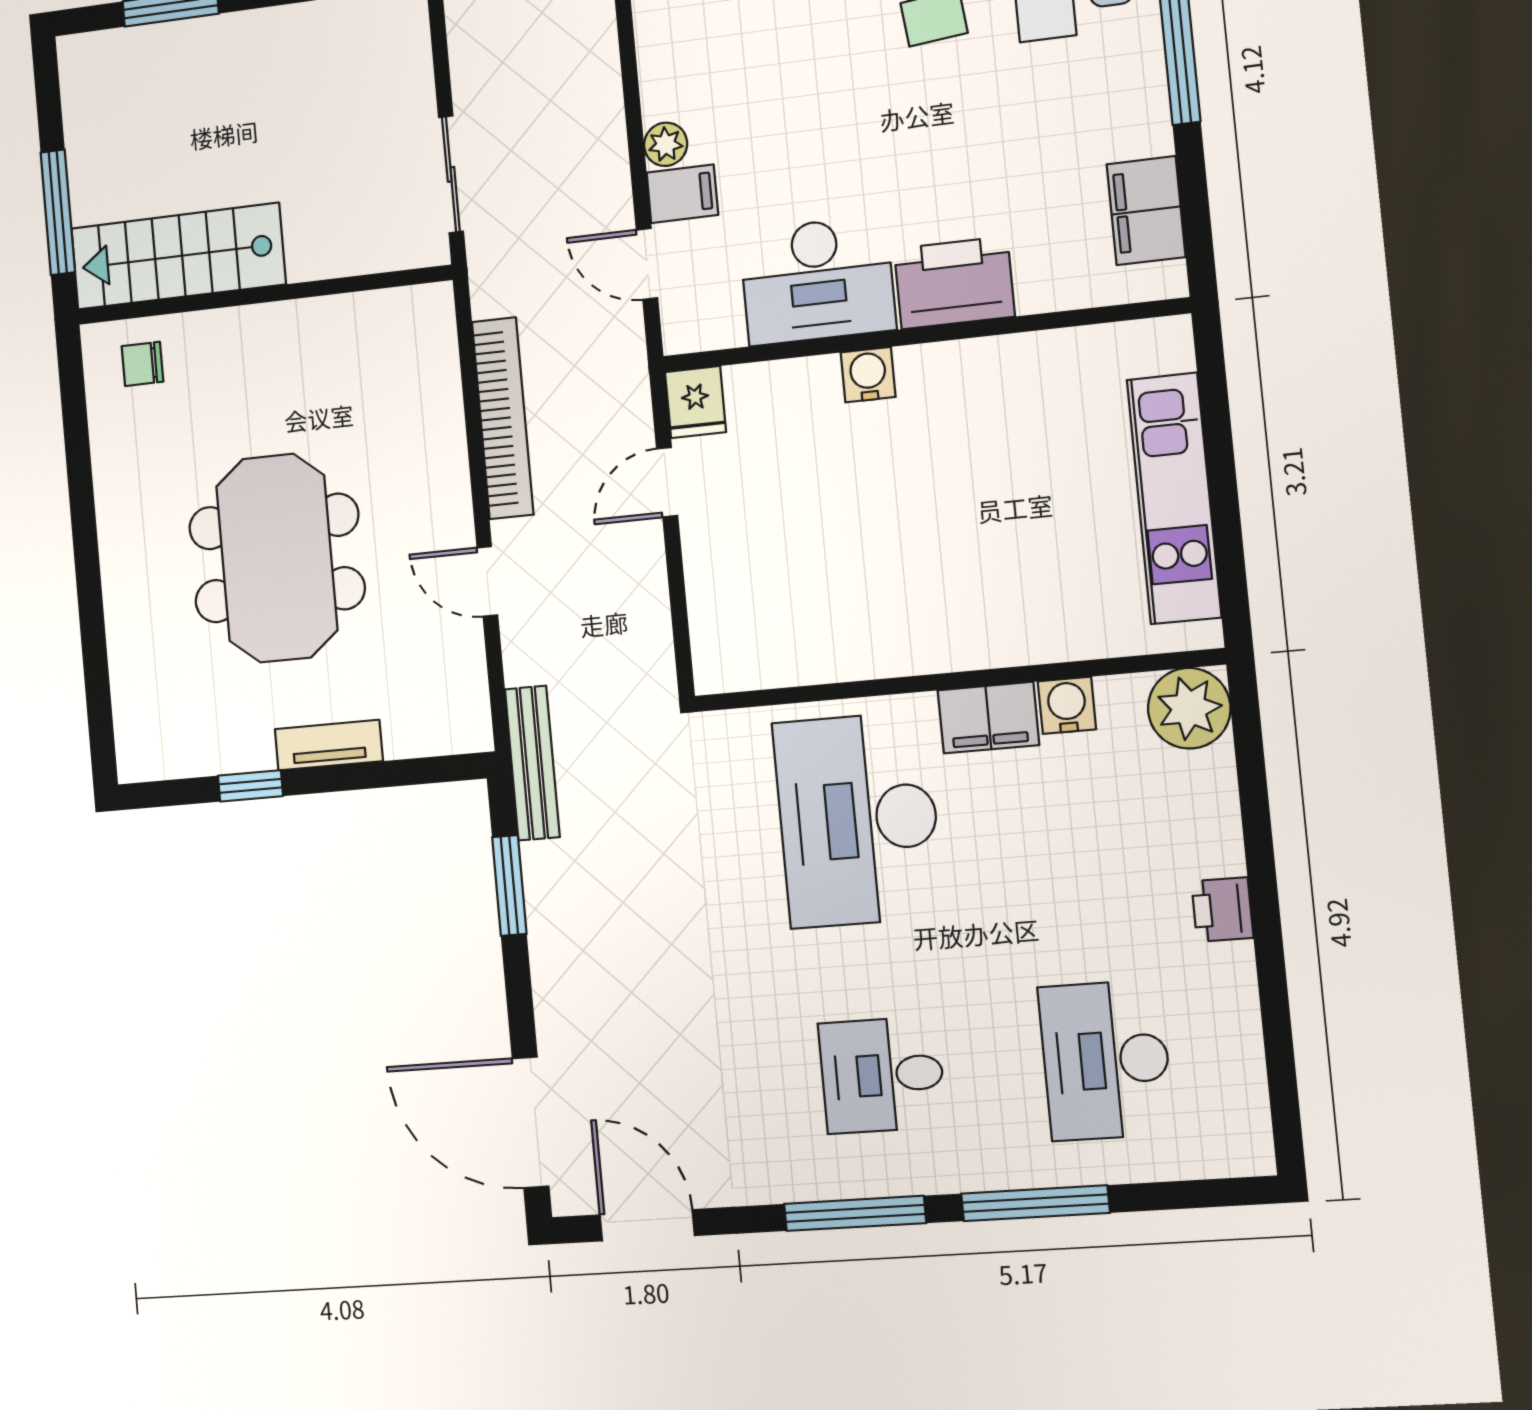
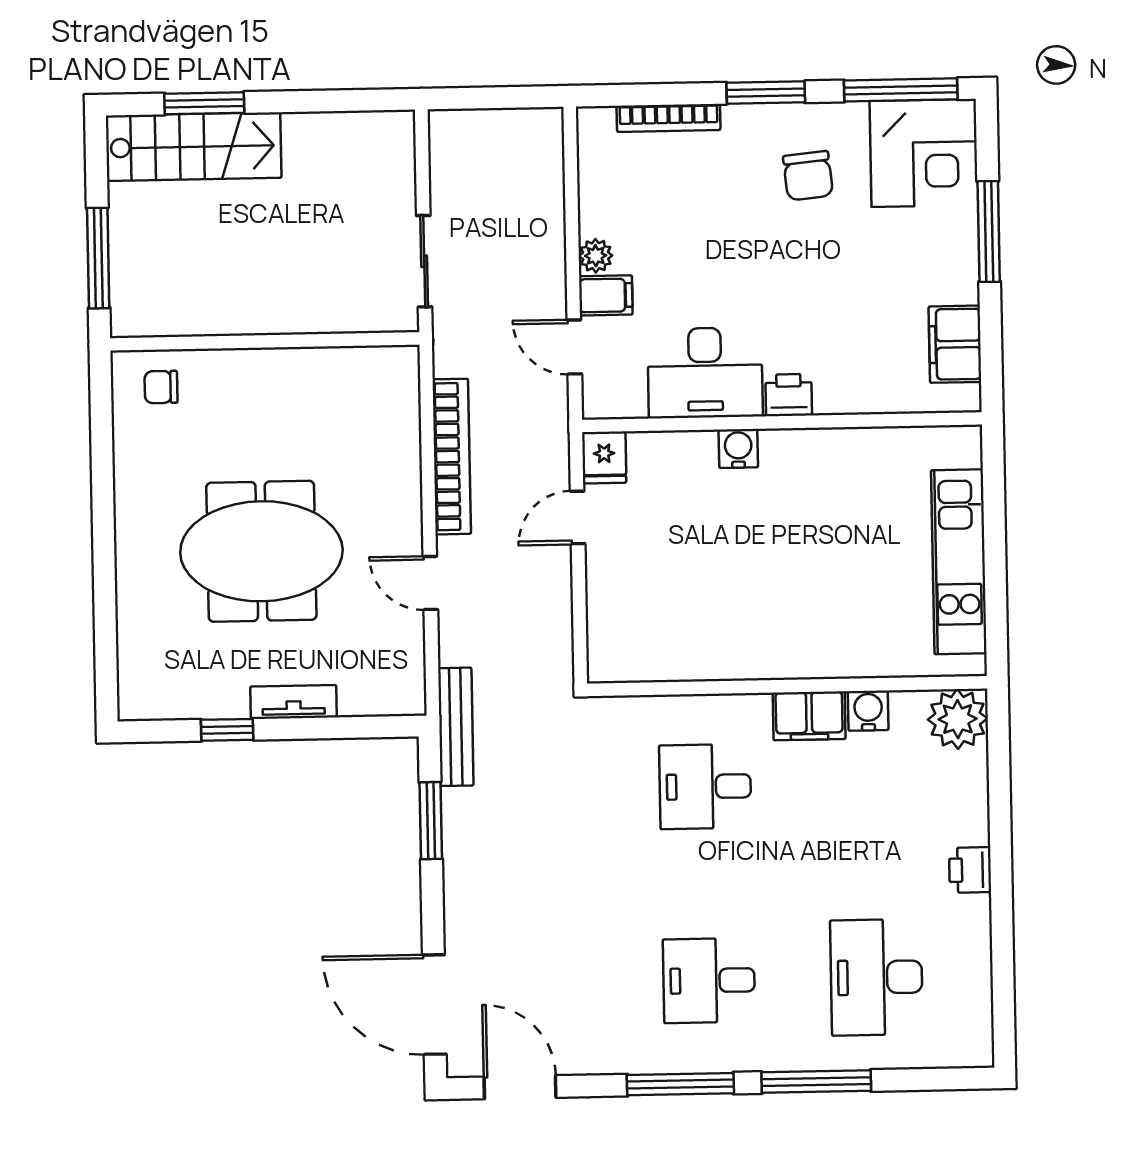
stairs: (178, 256) -> (194, 147), moved, turned 180
printer: (954, 283) -> (789, 395), width x0.53, depth x0.68
meeting table: (277, 558) -> (261, 551), turned 90
desk: (858, 820) -> (705, 787), width x0.53, depth x0.77

